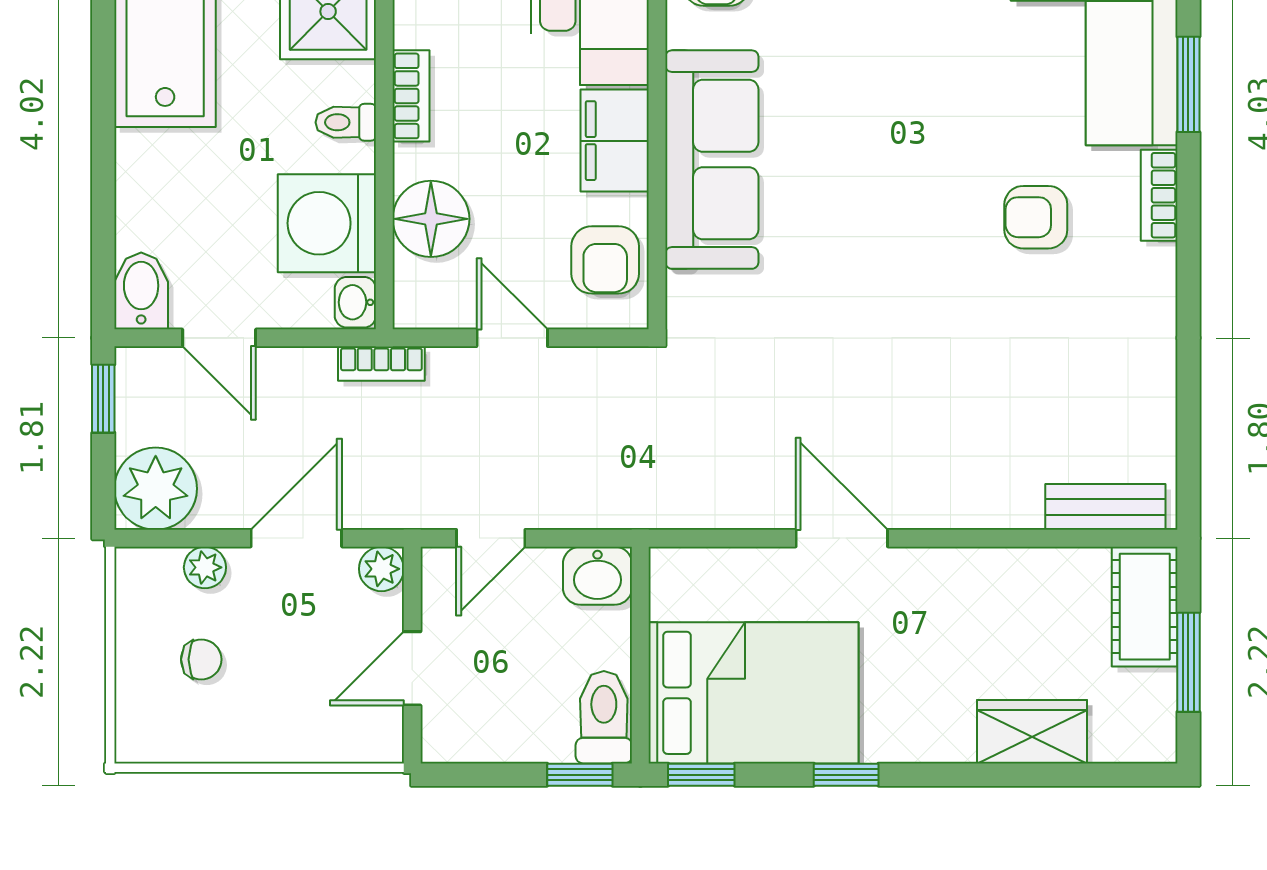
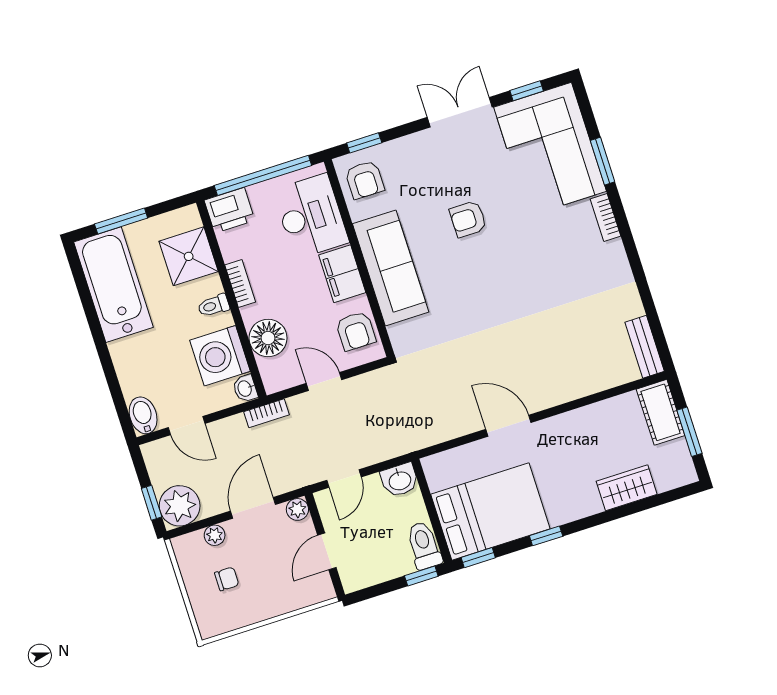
armchair: (1036, 217) -> (468, 219), moved
window: (103, 399) -> (152, 503), moved
bench: (1105, 507) -> (645, 347), moved, turned 90

